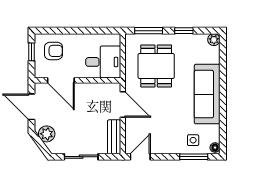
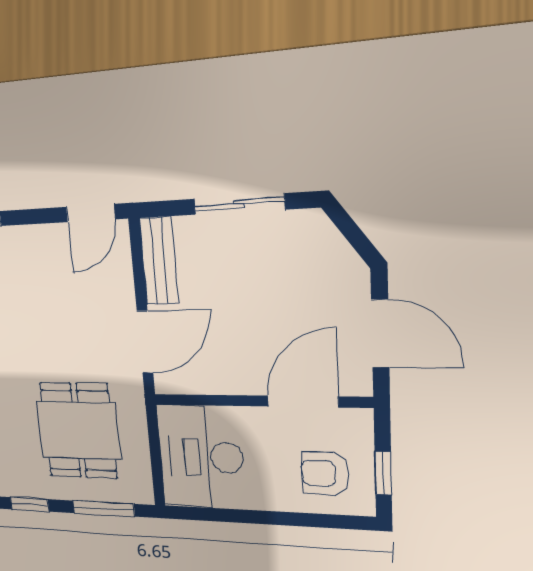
desk: (103, 62) -> (201, 457), width x1.37
door: (61, 80) -> (303, 402), hinge flipped
door: (123, 104) -> (145, 342), swing flipped
plant: (47, 134) -> (336, 262), removed

